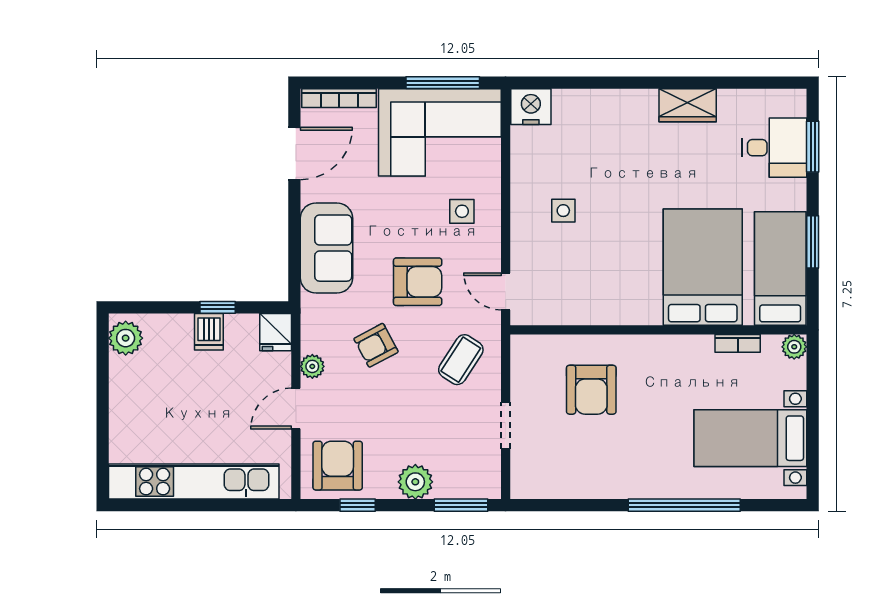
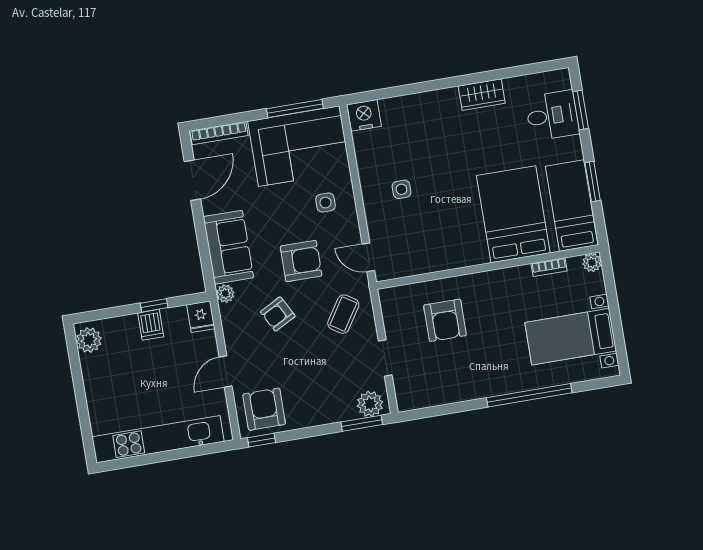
plant: (312, 366) -> (225, 294), moved
plant: (415, 482) -> (370, 404), moved
window: (358, 505) -> (261, 440), moved

